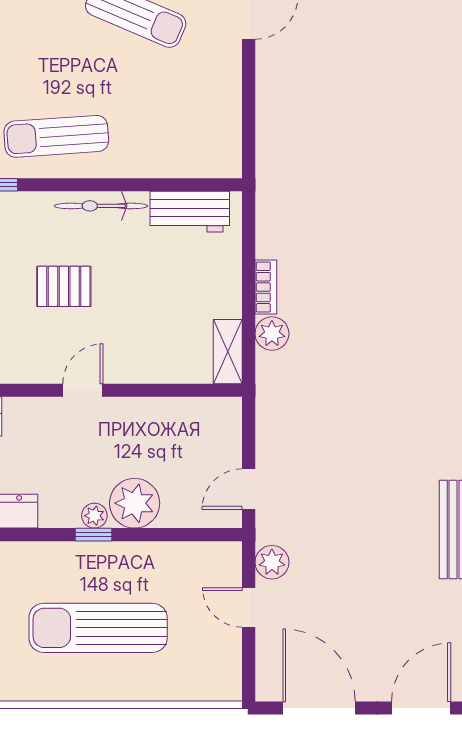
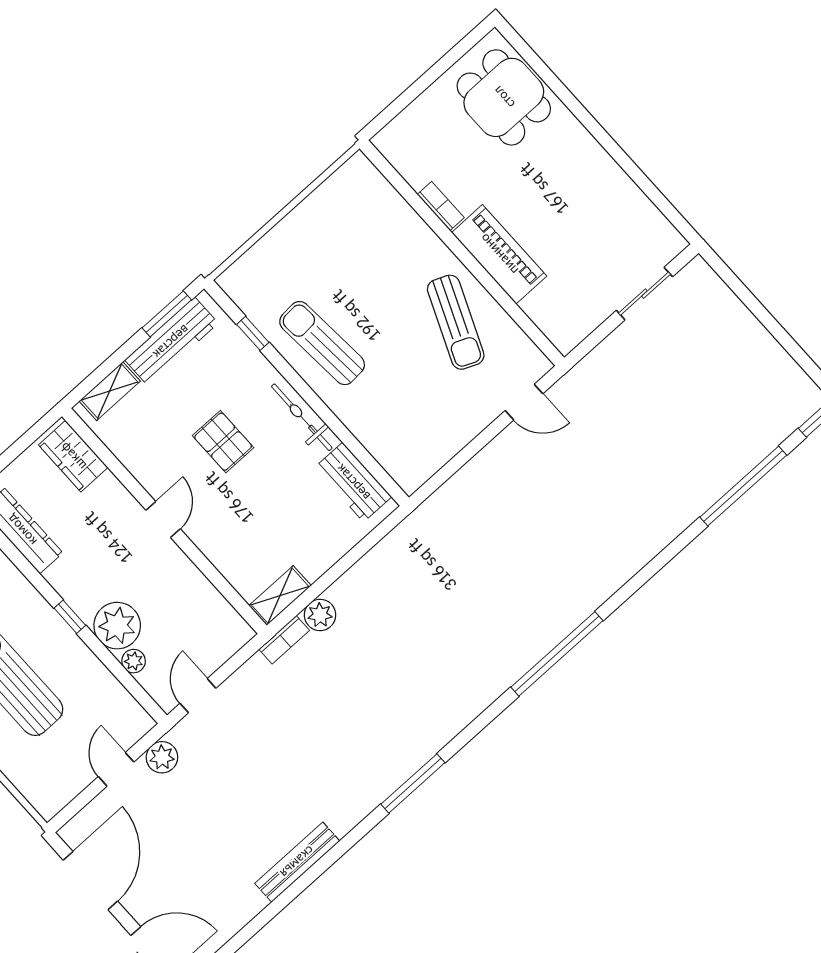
bookcase: (266, 287) -> (284, 640), moved
door: (83, 390) -> (163, 519), hinge flipped
door: (249, 489) -> (198, 696), hinge flipped
plant: (94, 516) -> (134, 661), moved

